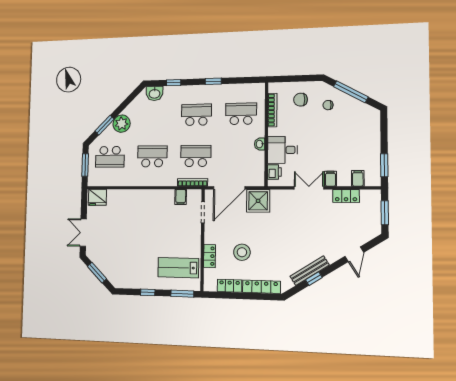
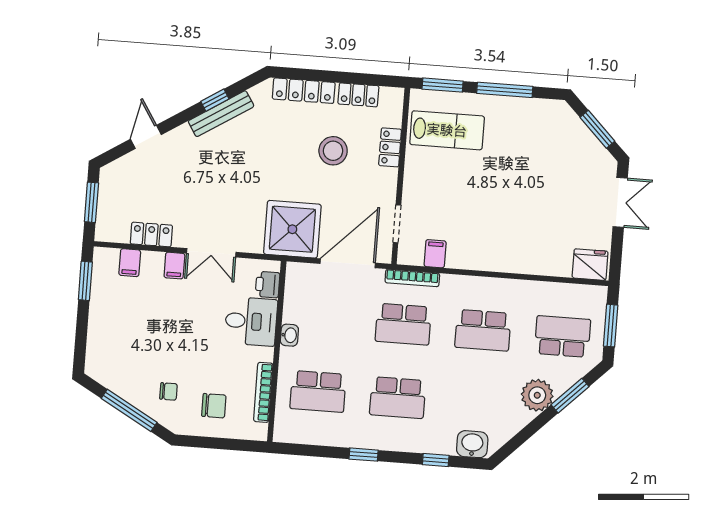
shower: (258, 201) -> (292, 229), width x1.37, depth x1.37
window: (148, 292) -> (505, 90), width x2.17

